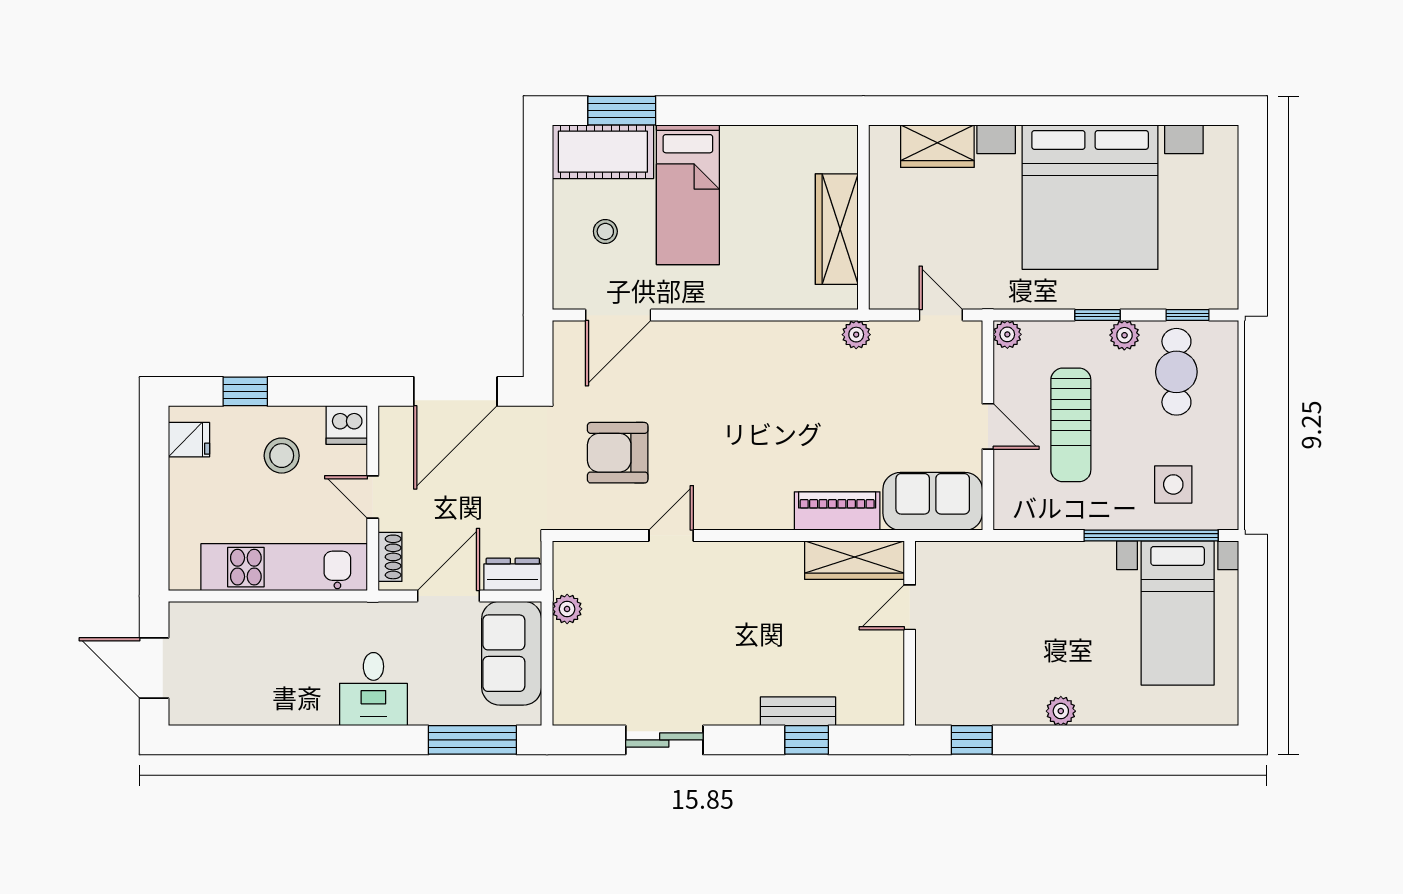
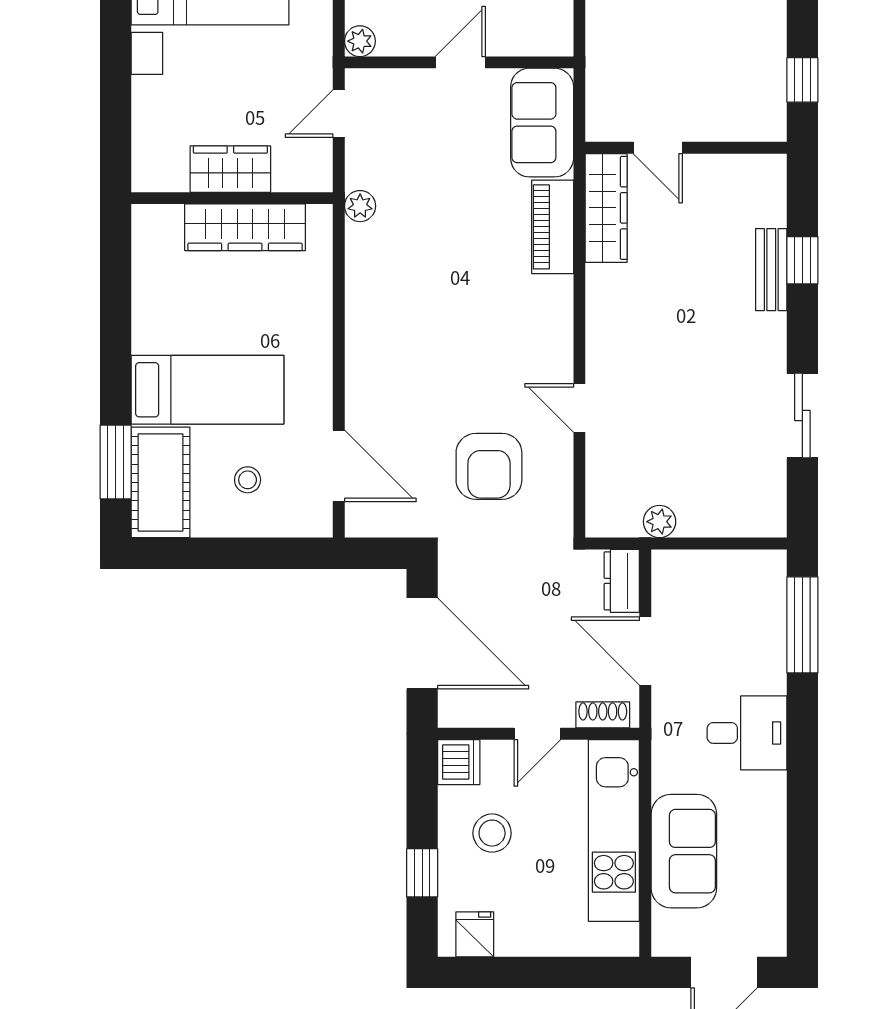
wardrobe: (937, 146) -> (230, 169), moved, turned -90
sofa: (512, 653) -> (684, 851), moved, turned -90

